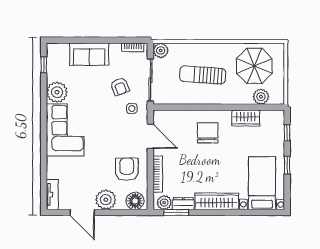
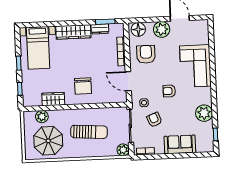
armchair: (100, 122) -> (169, 91), added
corner sofa: (65, 130) -> (195, 66), moved
armchair: (127, 169) -> (146, 54), turned 180
tv unit: (52, 194) -> (204, 32), removed
plant: (164, 203) -> (115, 29), removed

